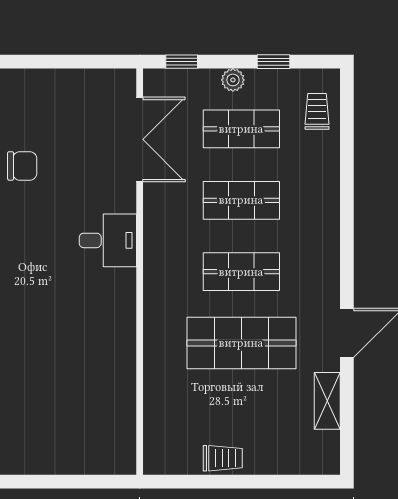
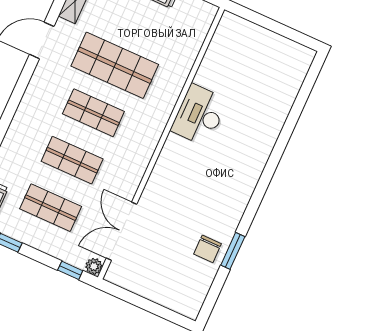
plant: (233, 80) -> (94, 266), moved
chair: (22, 166) -> (208, 249), turned -90
desk: (108, 240) -> (199, 115), moved, width x1.37

